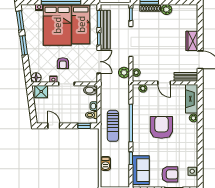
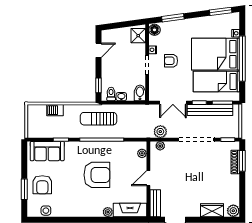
plant: (166, 10) -> (233, 211), moved
wardrobe: (192, 41) -> (212, 210), moved
window: (24, 45) -> (173, 18), moved

